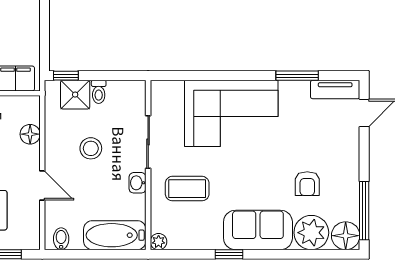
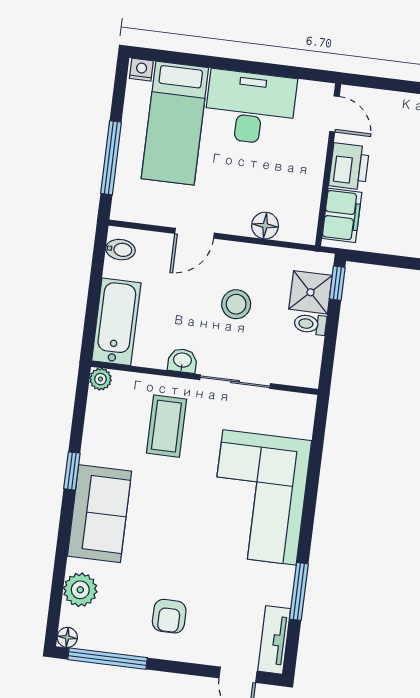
armchair: (307, 184) -> (169, 616), moved, turned -90
plant: (311, 233) -> (80, 590), width x0.73, depth x0.73
floor lamp: (346, 236) -> (67, 637), width x0.53, depth x0.53

